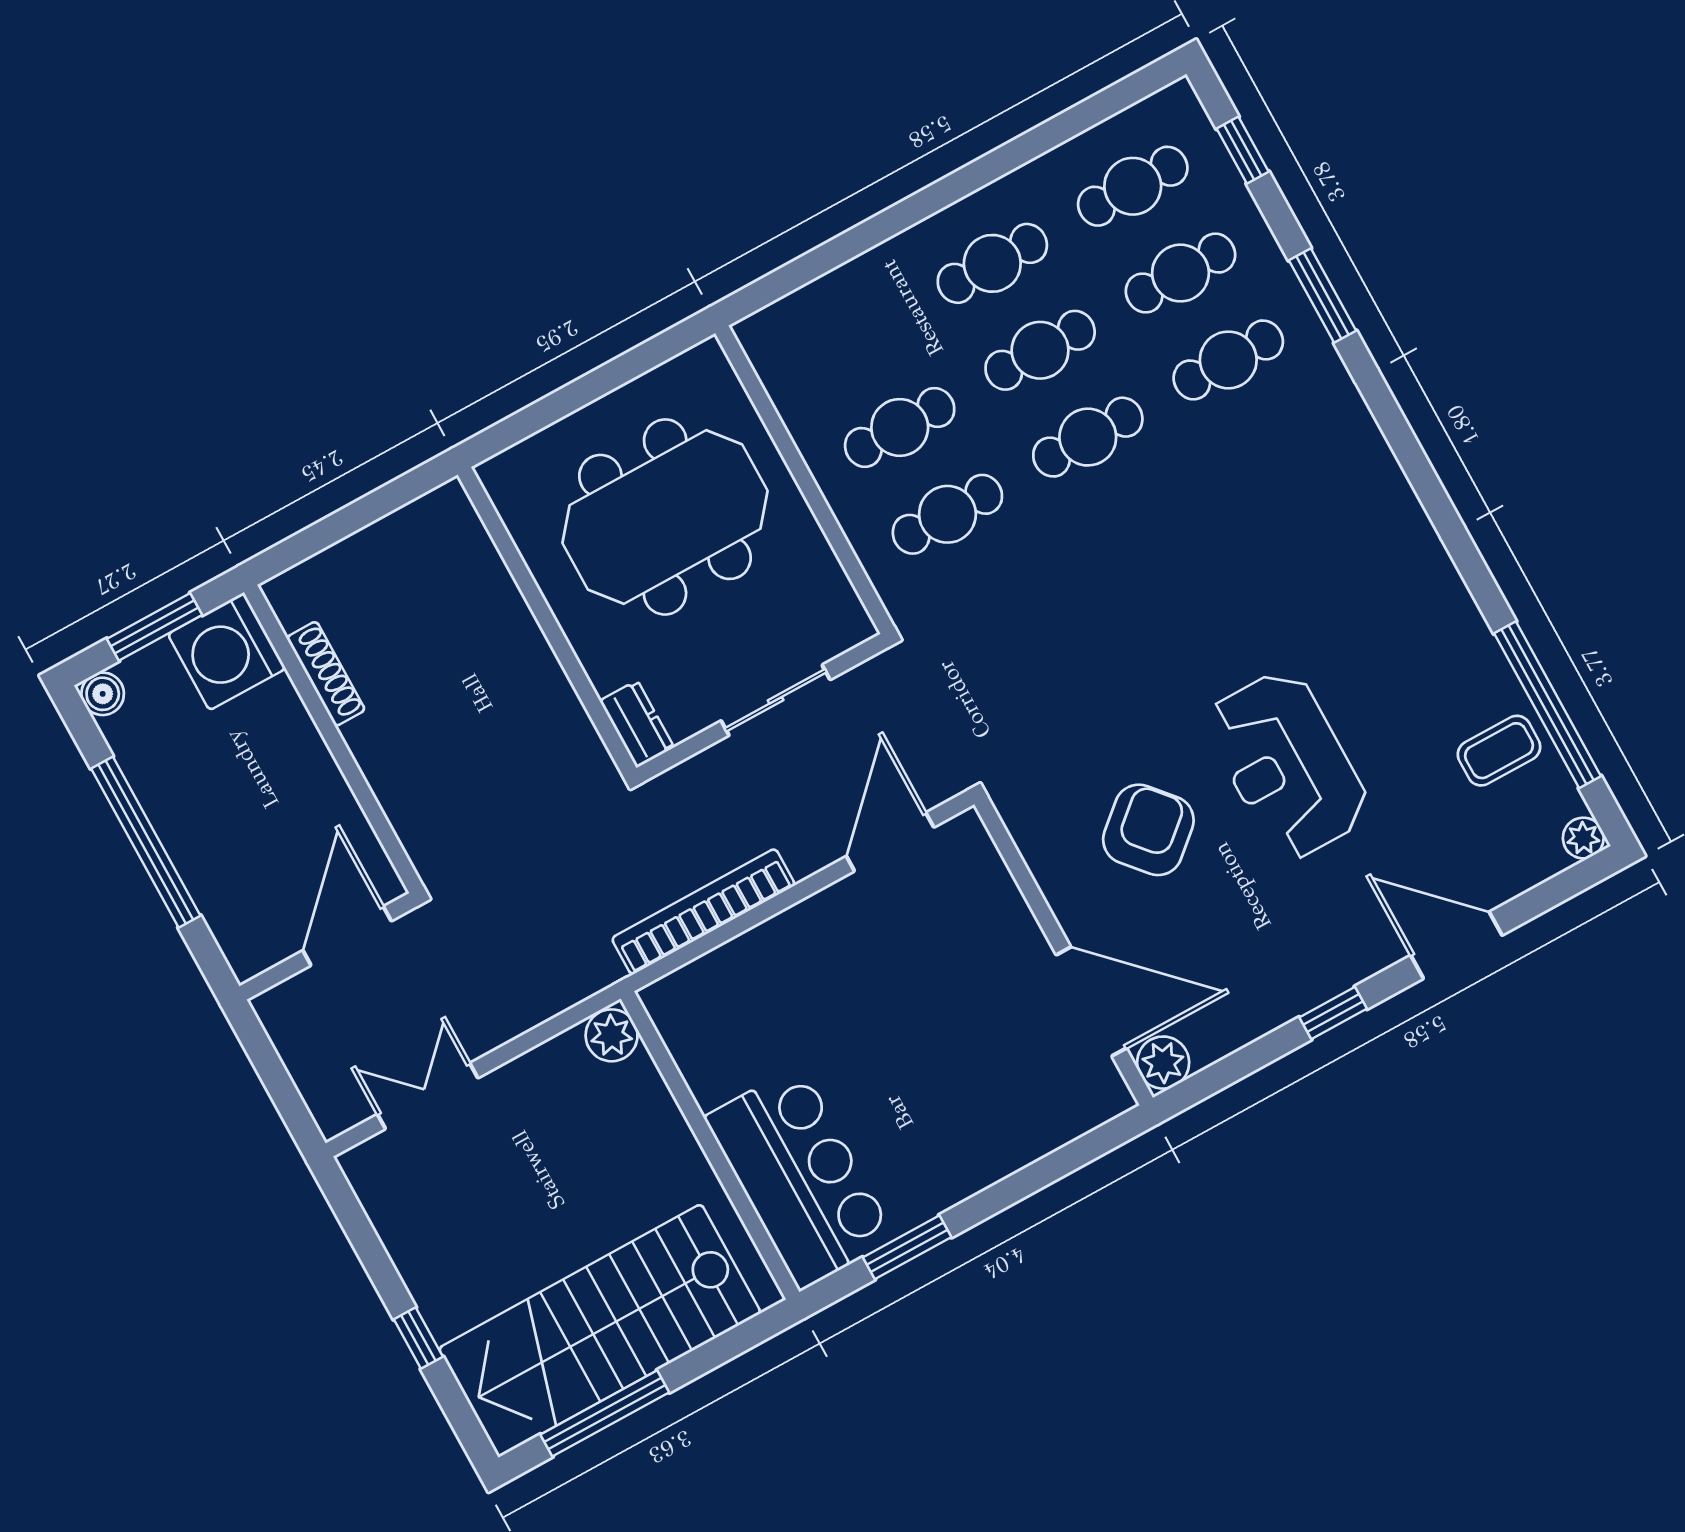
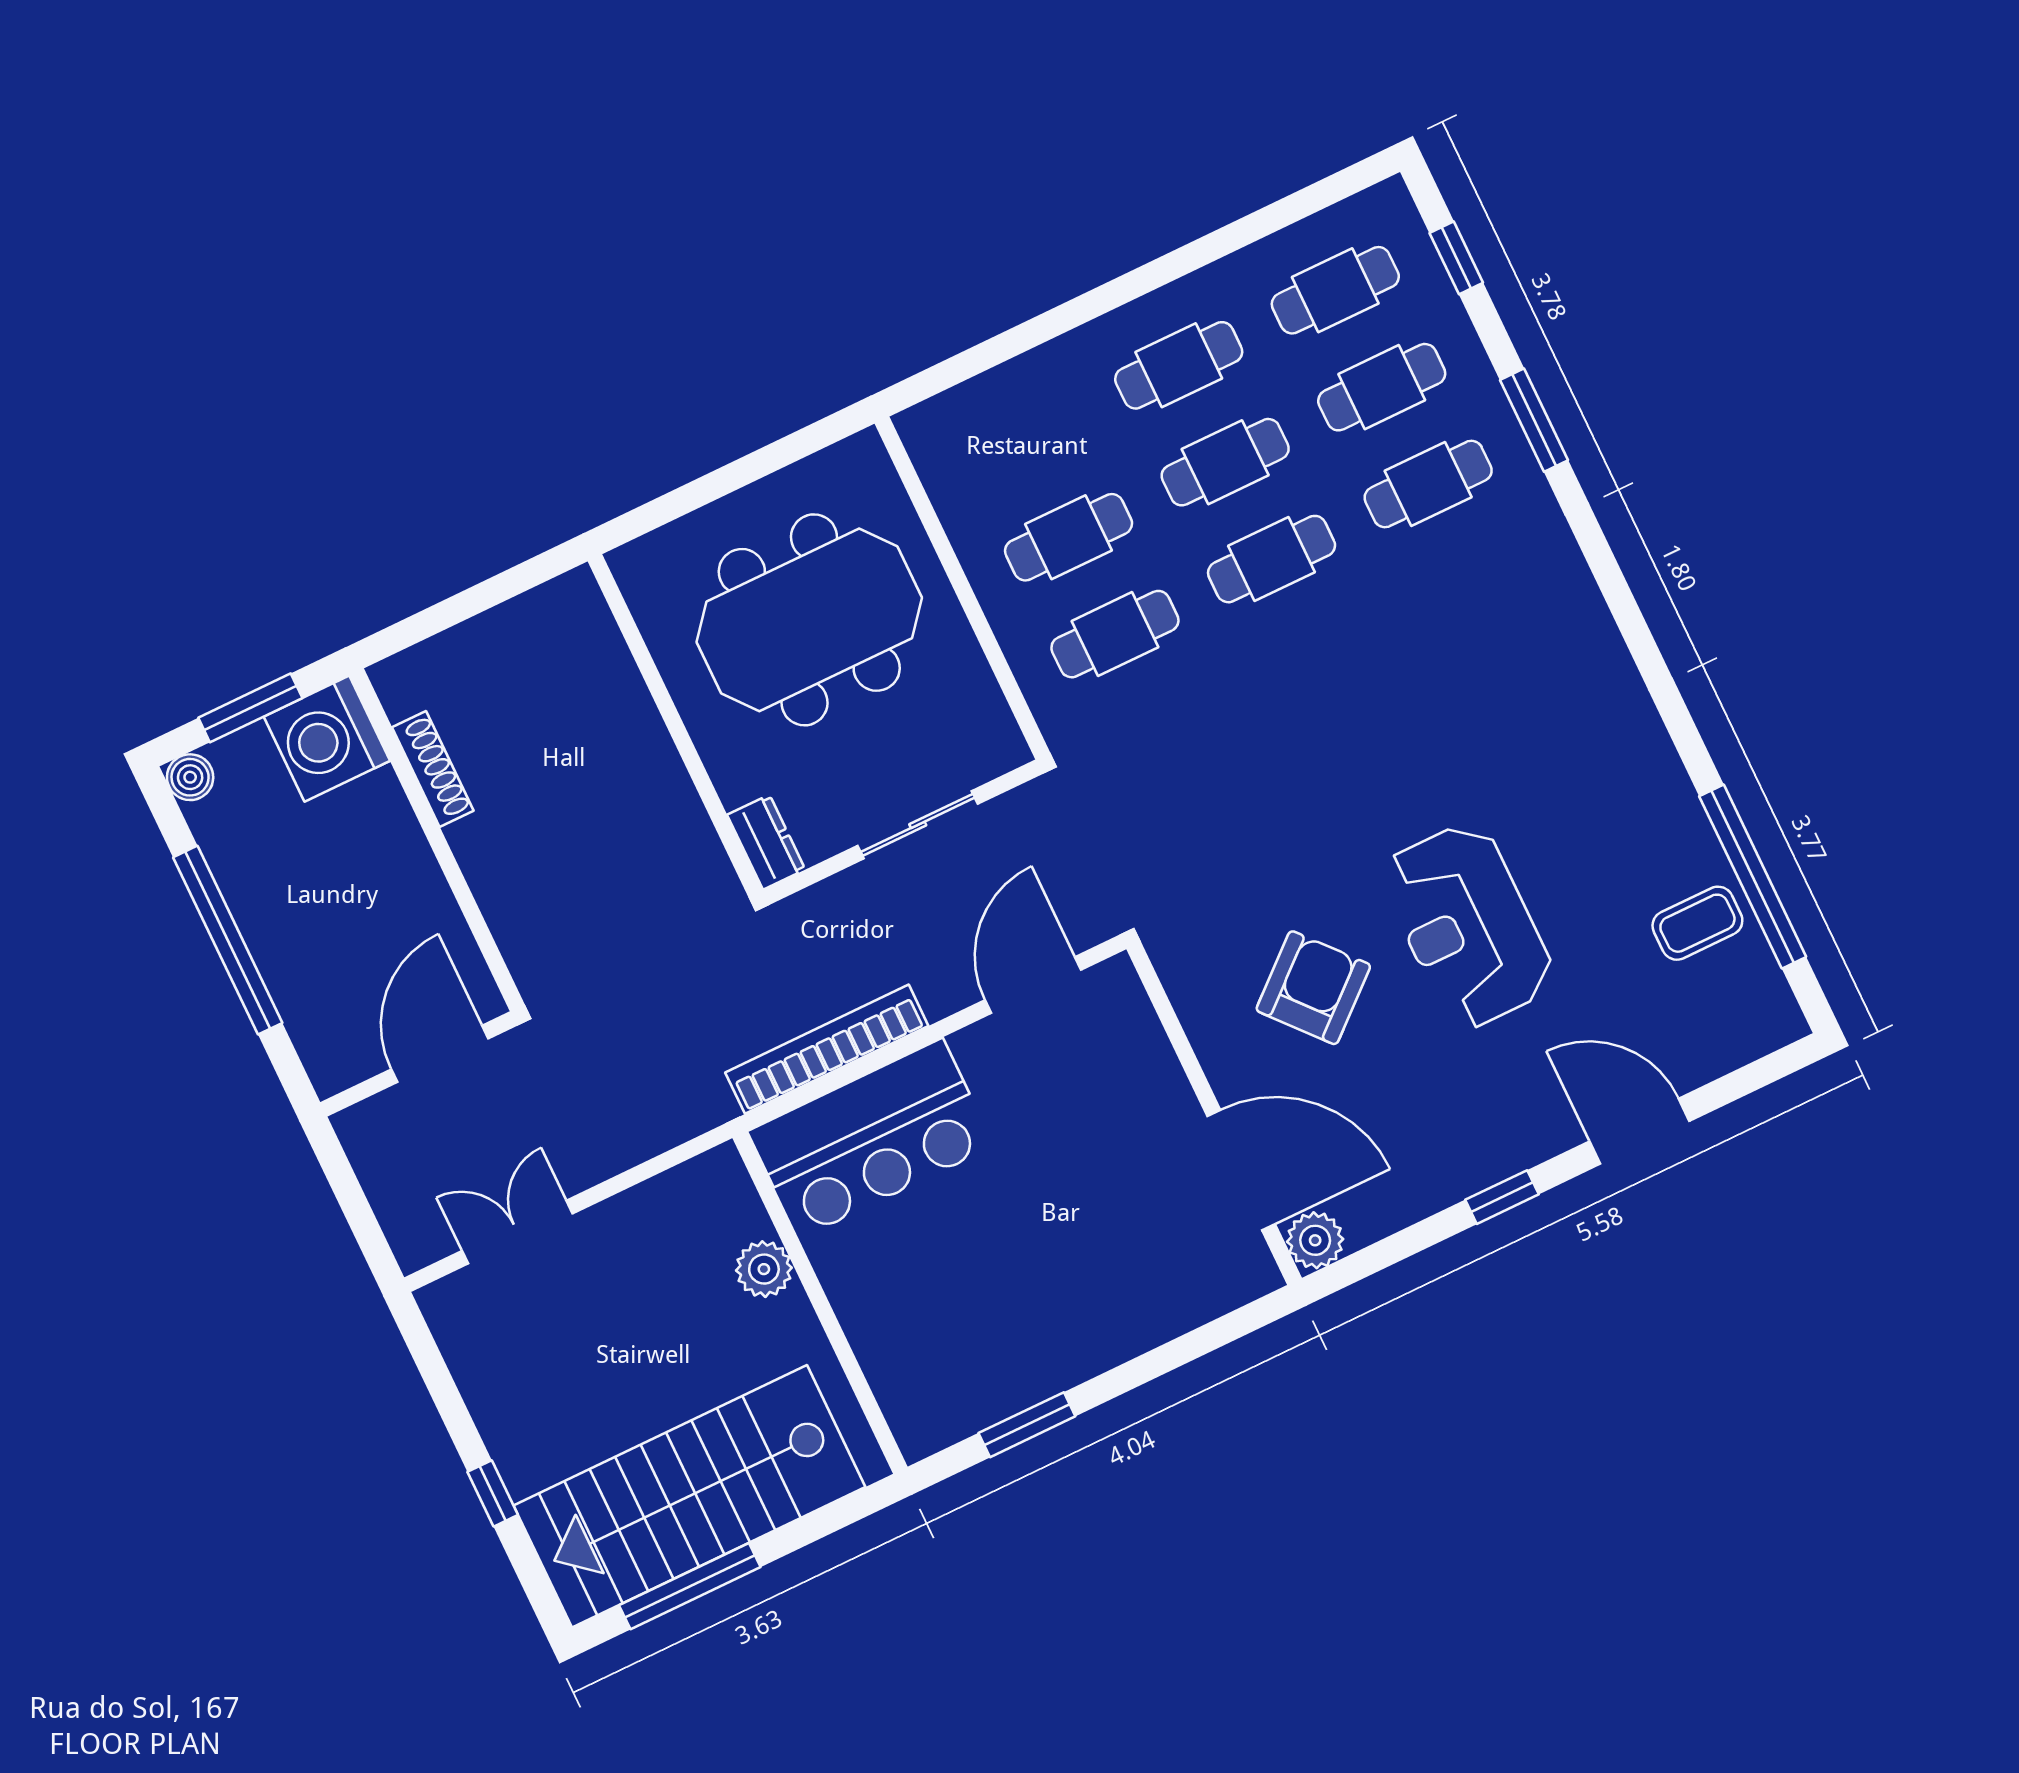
plant: (1583, 838) -> (1783, 1023), removed
plant: (612, 1035) -> (764, 1269), moved
bar counter: (800, 1178) -> (871, 1139), moved, turned 90

